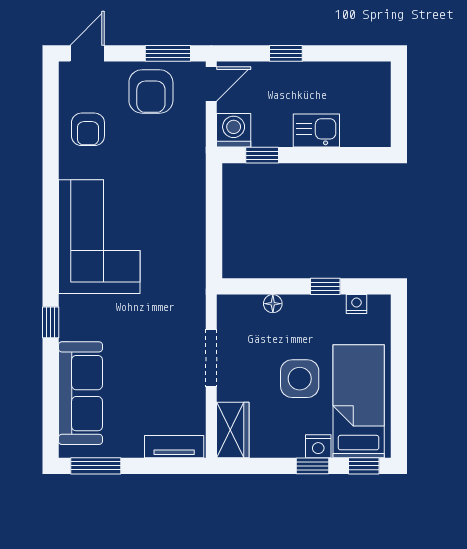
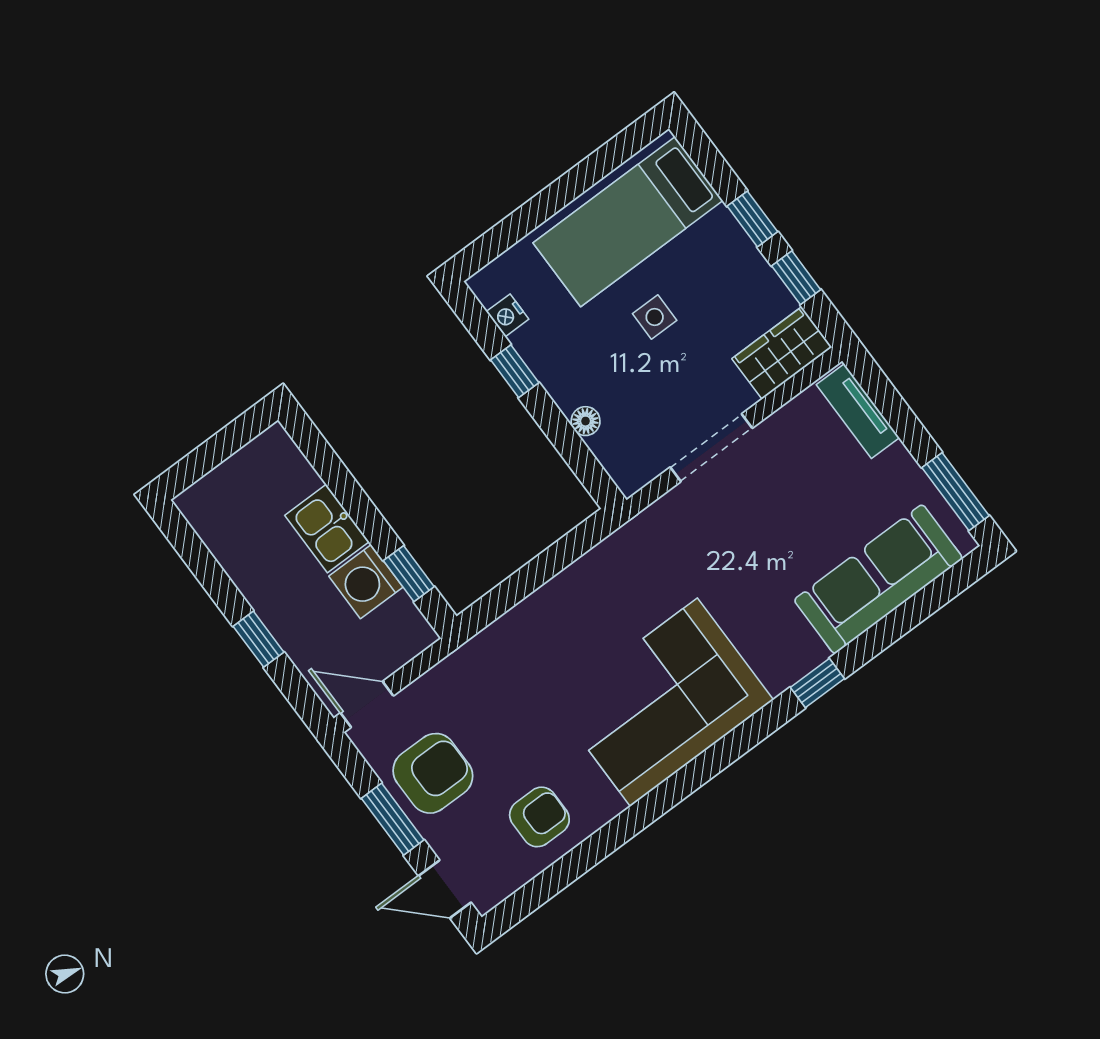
window: (168, 53) -> (393, 819), moved
washing machine: (234, 130) -> (366, 582), moved
side table: (300, 379) -> (655, 317), width x0.54, depth x0.54
nightstand: (318, 446) -> (722, 230), removed
window: (364, 466) -> (796, 278), moved

